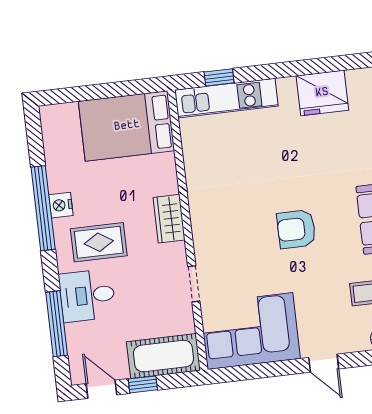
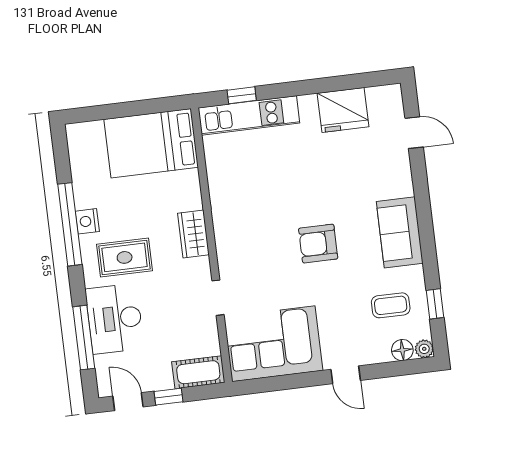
desk: (87, 296) -> (115, 319), width x1.37
cot: (163, 356) -> (198, 372), width x0.73, depth x0.75

